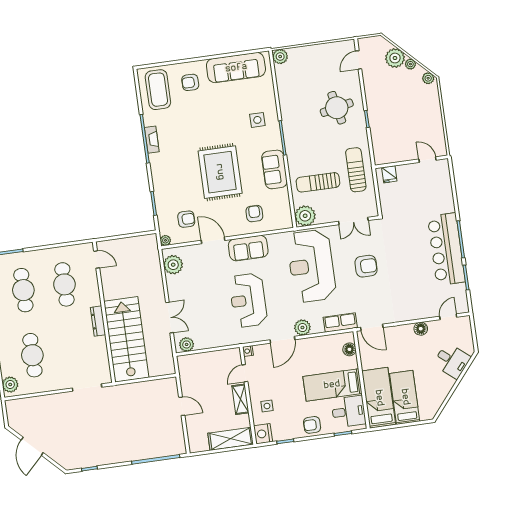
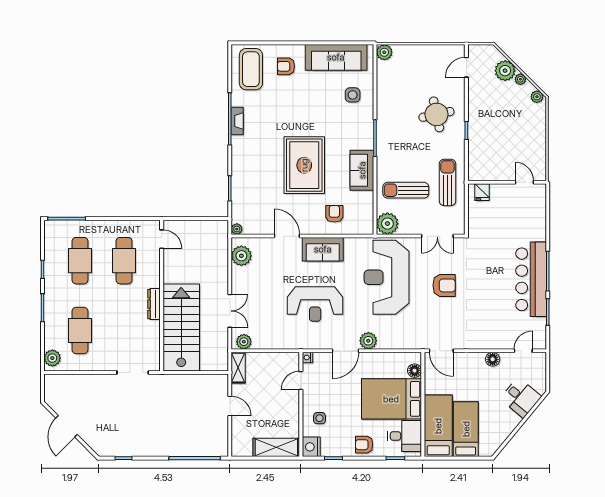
side table: (257, 120) -> (353, 95), moved
armchair: (186, 219) -> (262, 210), removed
reception desk: (248, 300) -> (315, 304), turned -90
row of seats: (340, 323) -> (409, 341), removed
bed: (332, 385) -> (391, 399), width x1.50
shelving: (240, 399) -> (238, 368), moved

